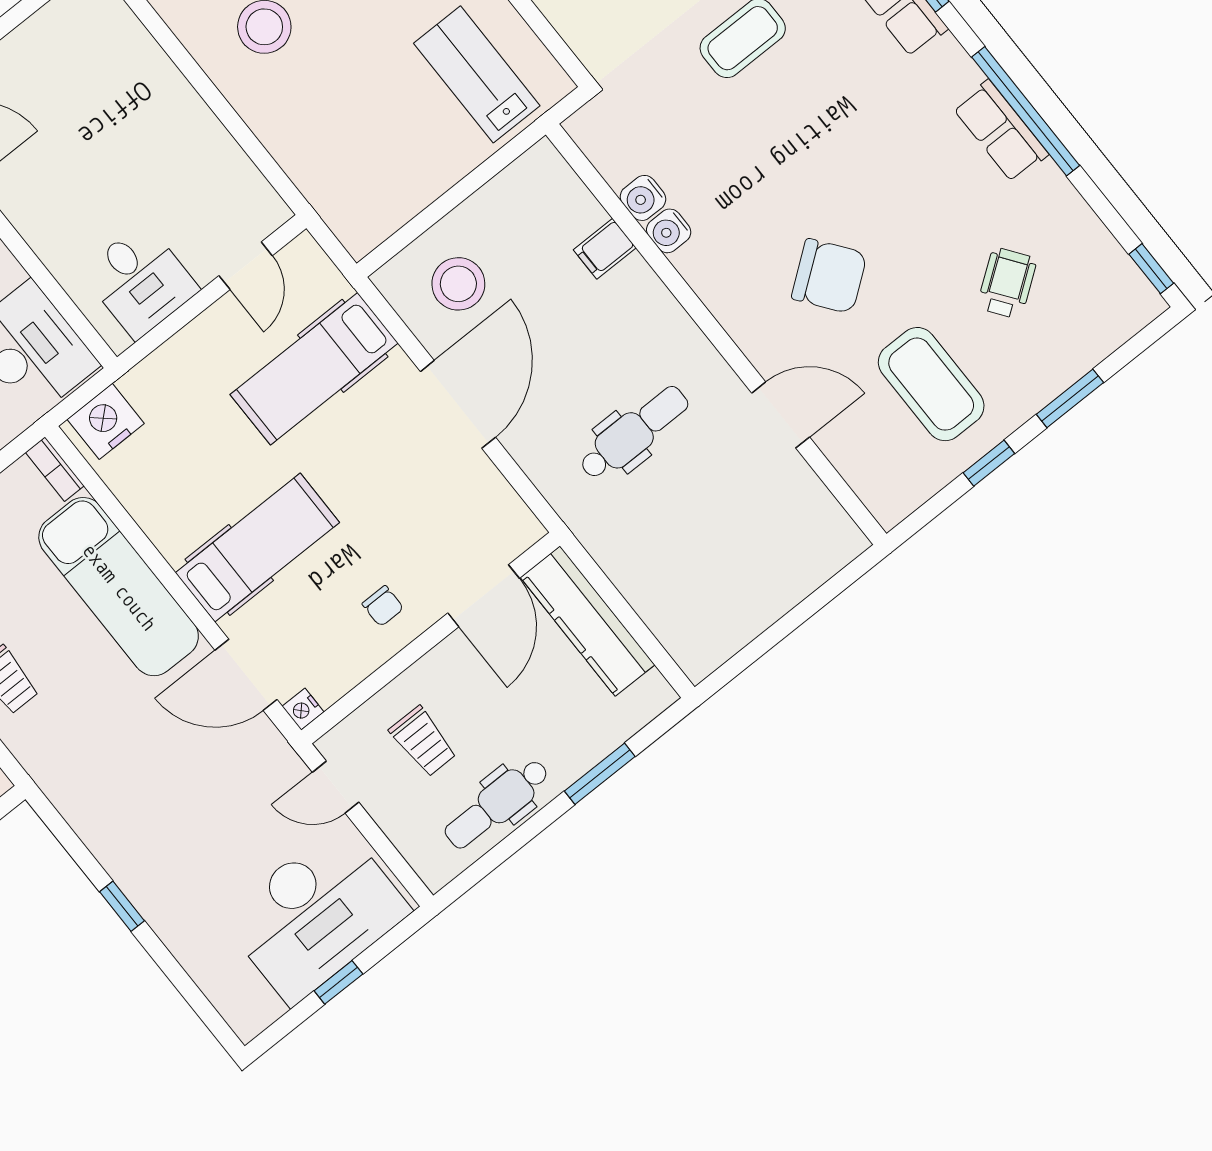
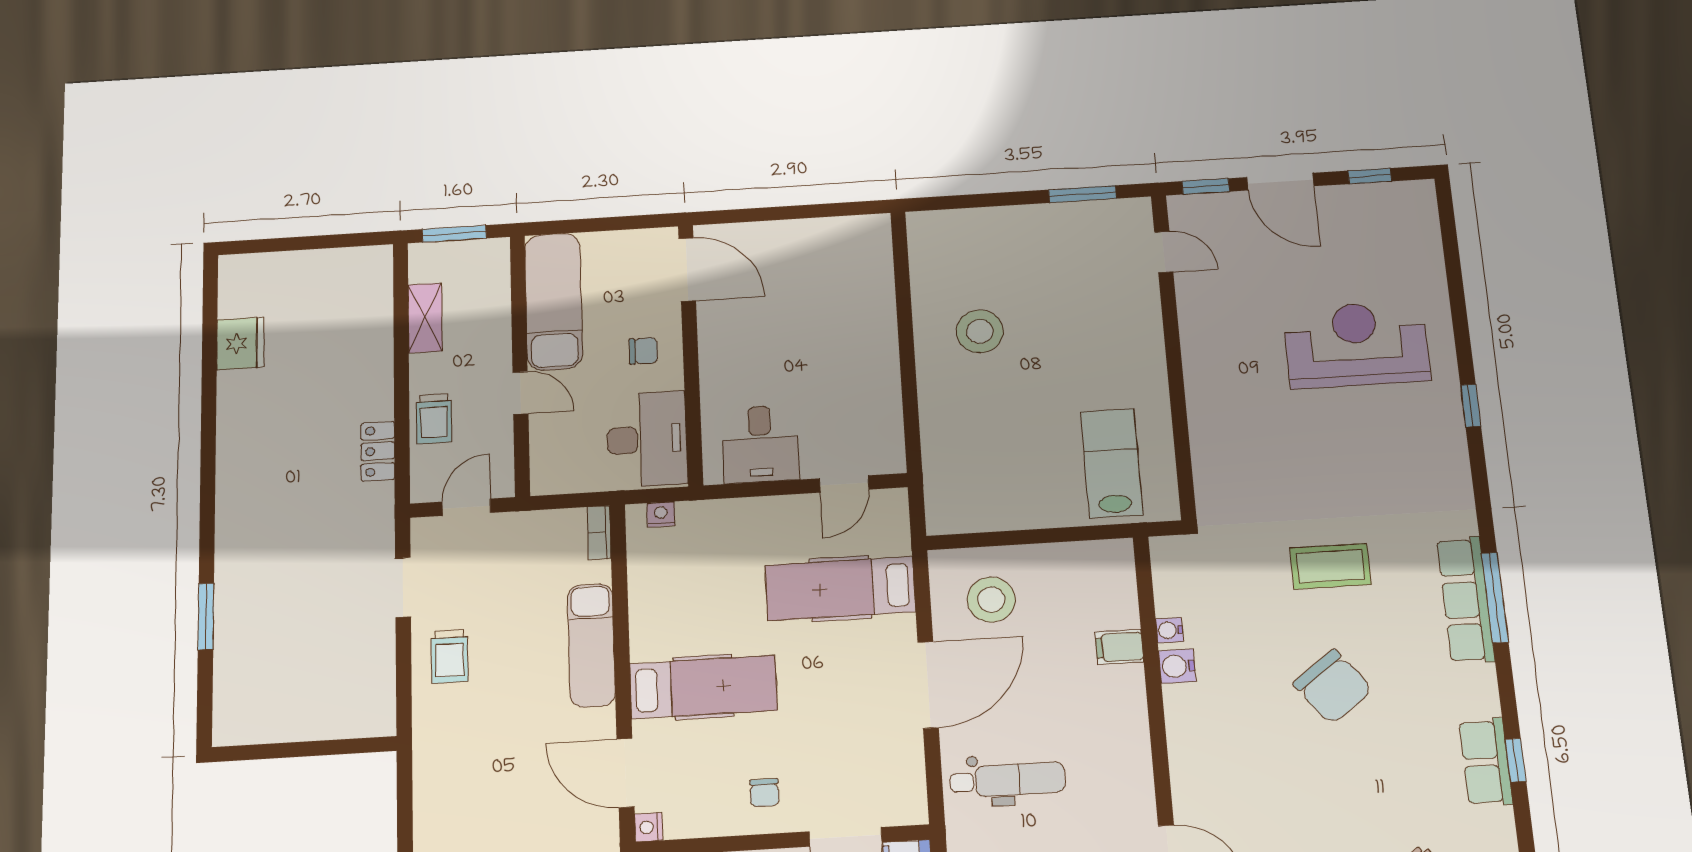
window: (1026, 111) -> (1515, 760), width x0.32
water cooler: (643, 198) -> (1169, 630), width x0.72, depth x0.72
chair: (829, 276) -> (1333, 687), moved
nightstand: (106, 421) -> (661, 514), width x0.53, depth x0.56
dental chair: (634, 433) -> (1008, 780), moved
exam couch: (119, 587) -> (591, 645), width x0.73, depth x0.69

